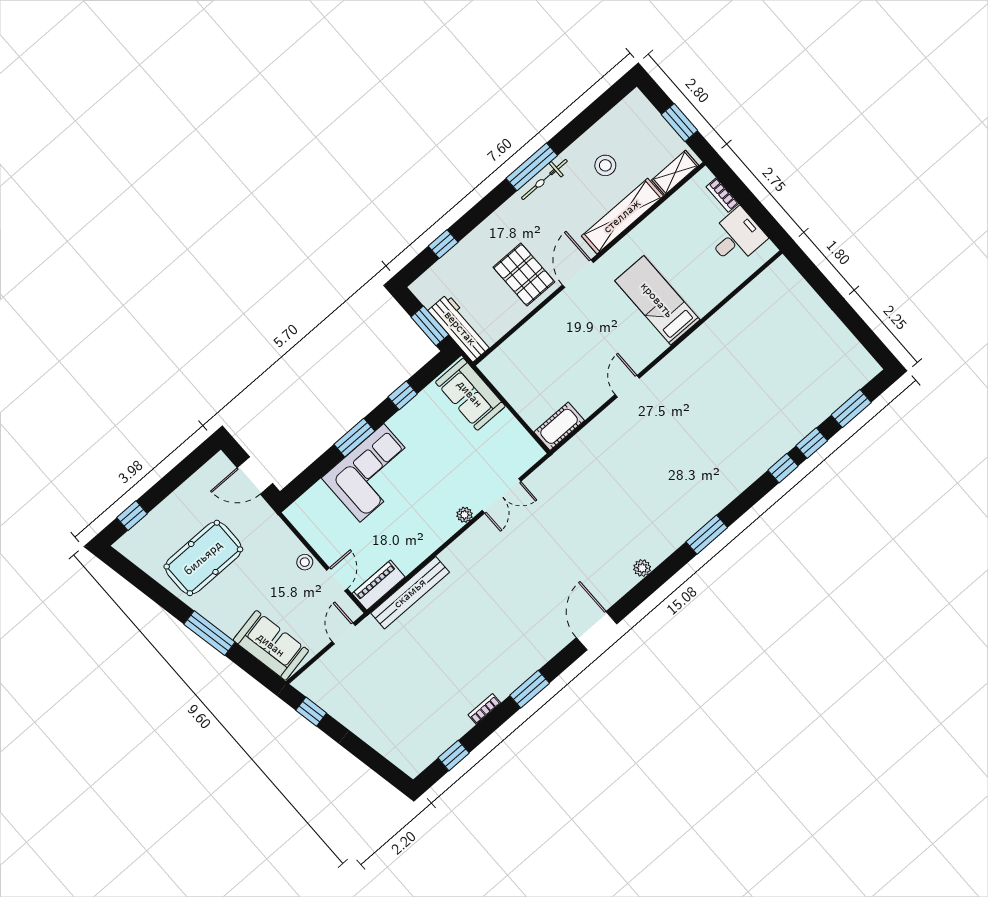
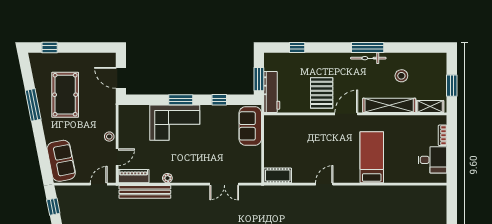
plant: (465, 515) -> (167, 178), moved
pool table: (203, 558) -> (65, 95), turned 90
window: (209, 633) -> (33, 105), moved

